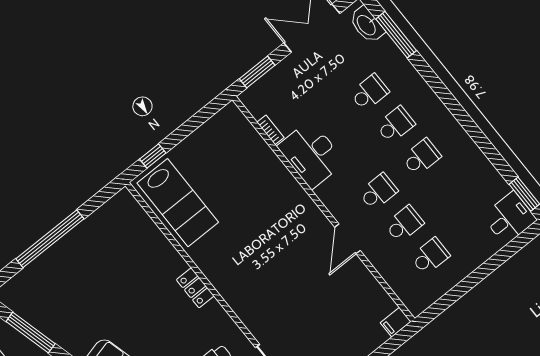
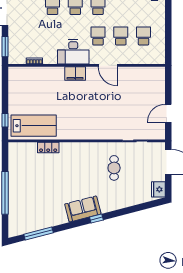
desk: (311, 154) -> (73, 52), moved
locker: (195, 288) -> (48, 148), moved
filing cabinet: (396, 322) -> (75, 74), moved, width x2.00

